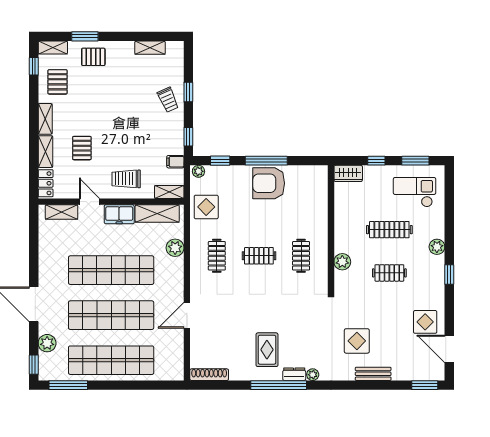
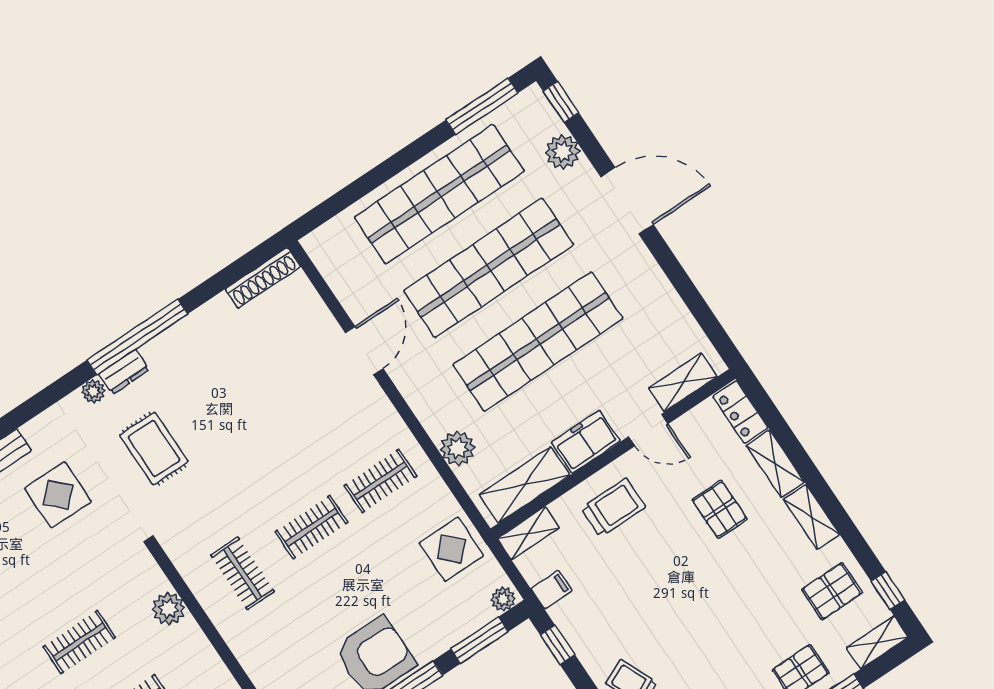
pallet: (58, 82) -> (832, 591), turned 90
window: (220, 161) -> (479, 640), width x1.50
clothes rail: (217, 256) -> (380, 481), turned 90
rug: (267, 350) -> (154, 448), moved

